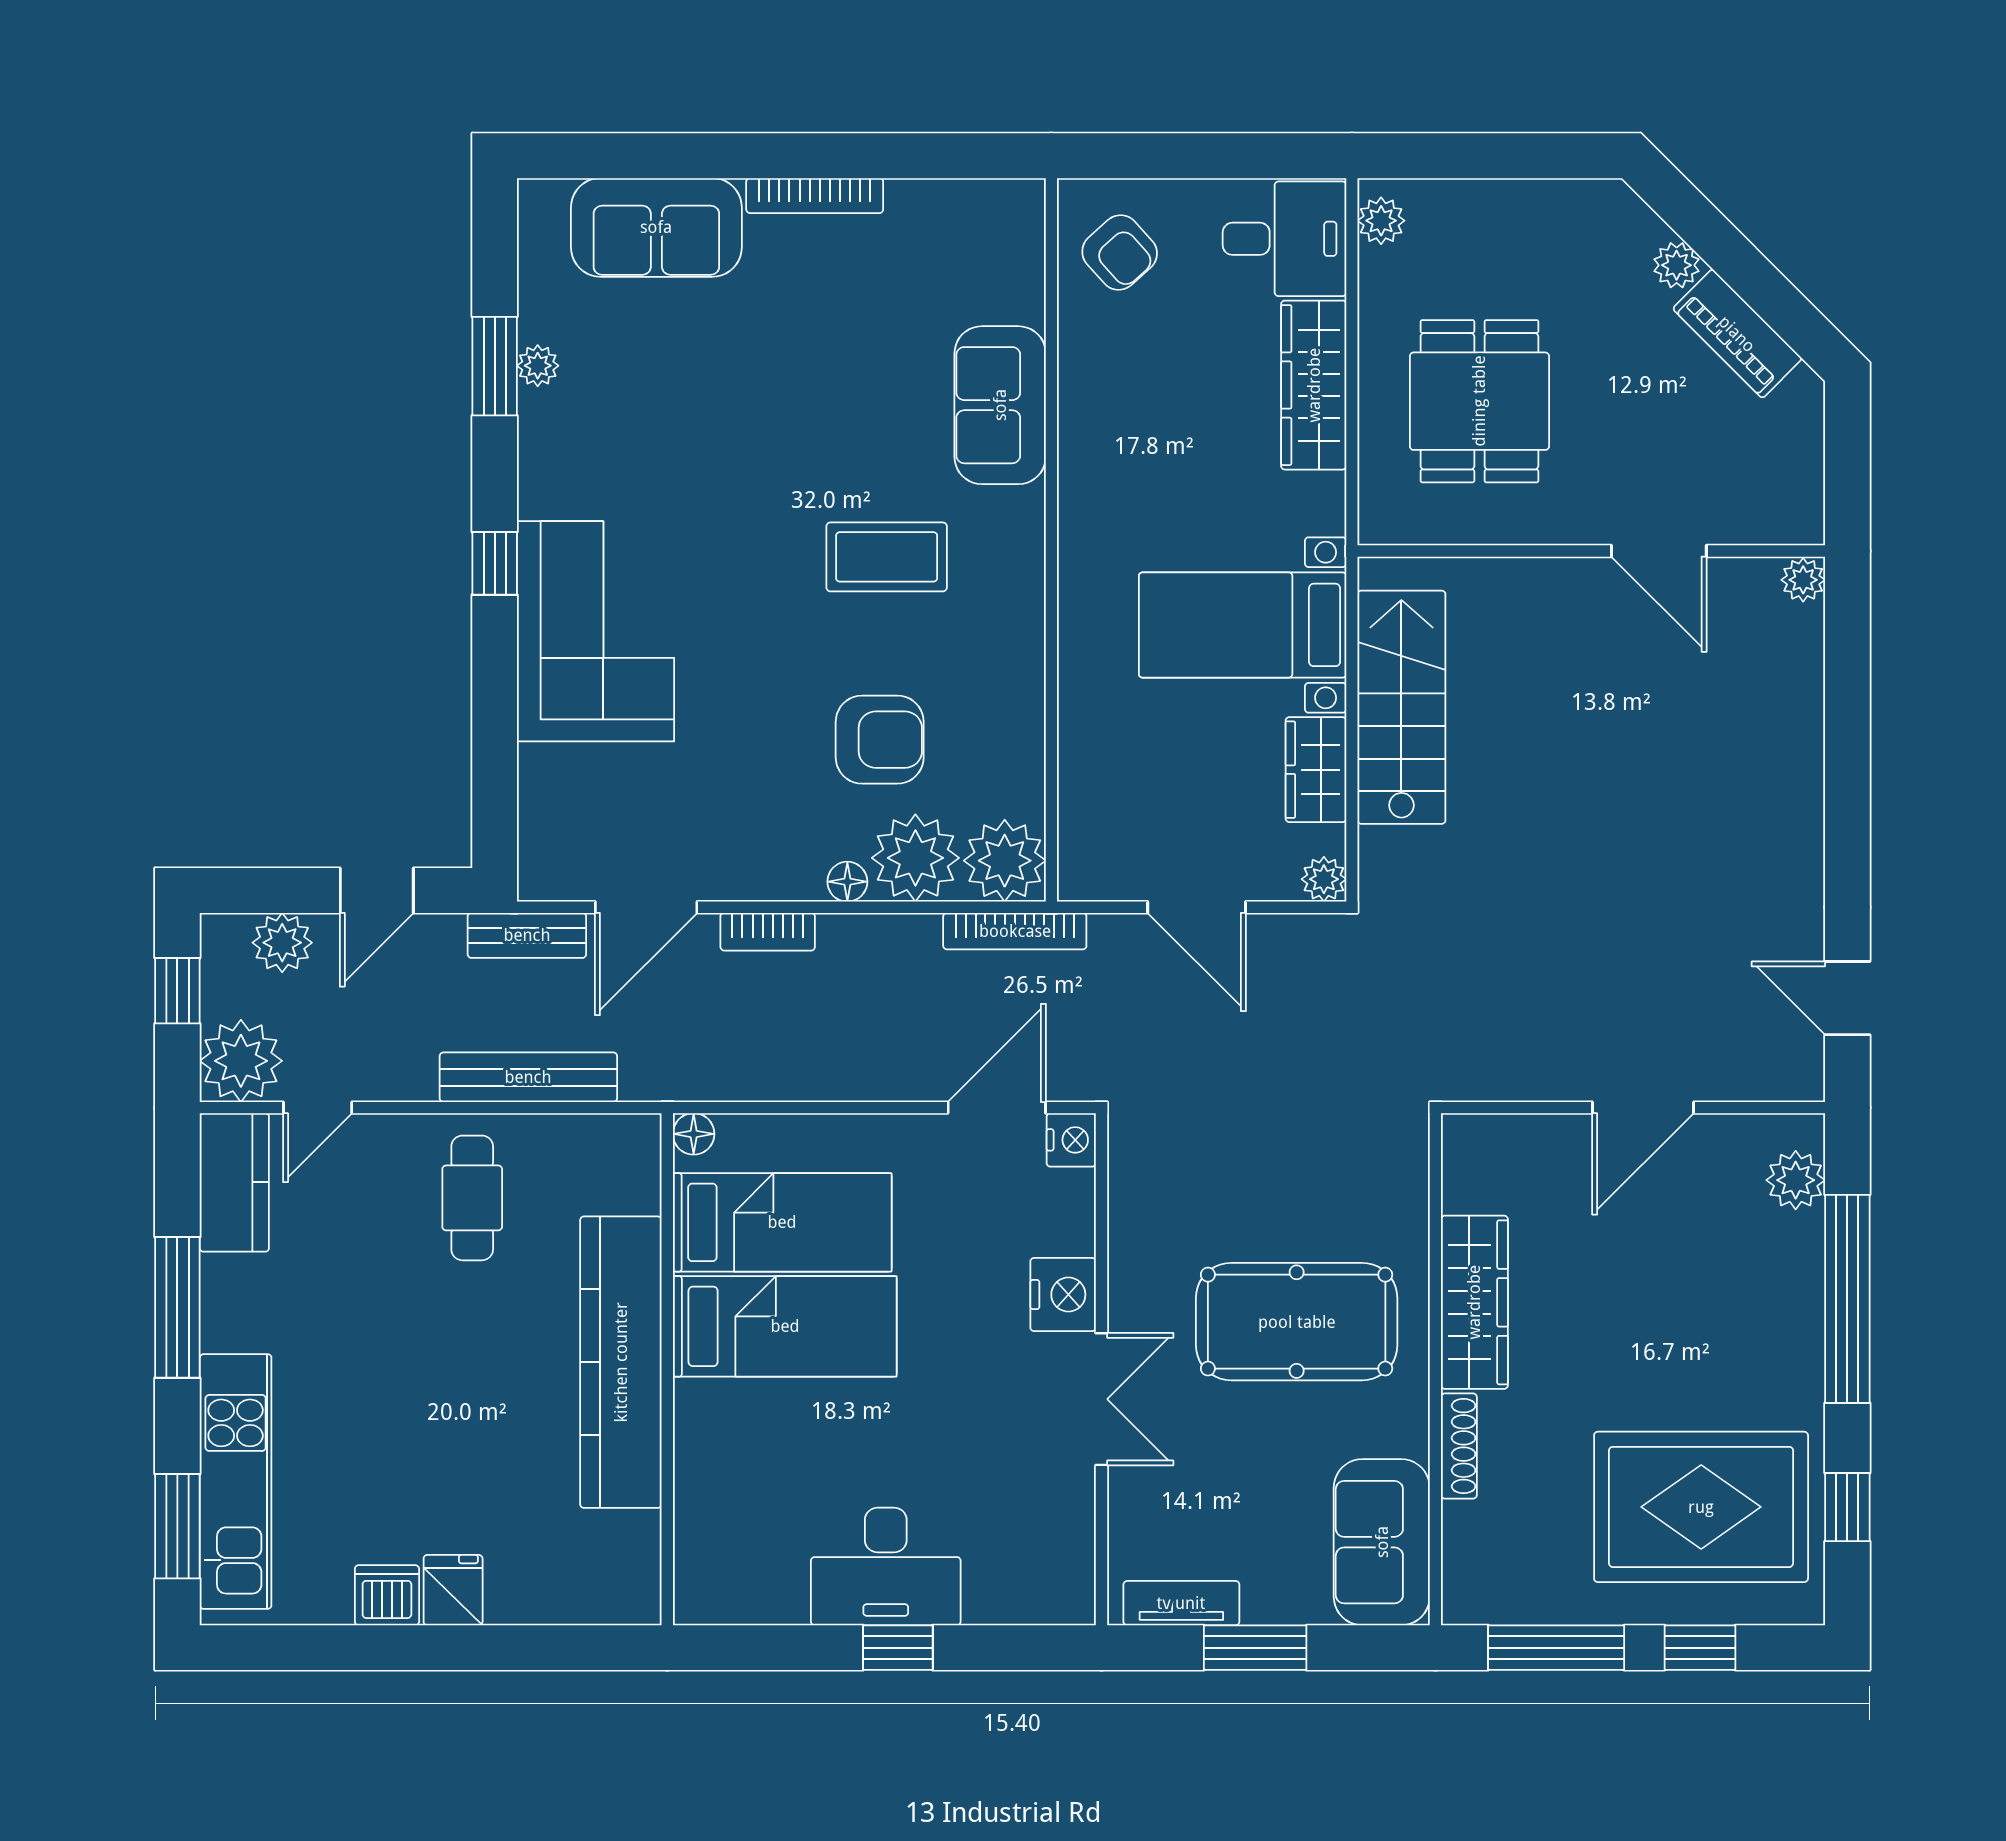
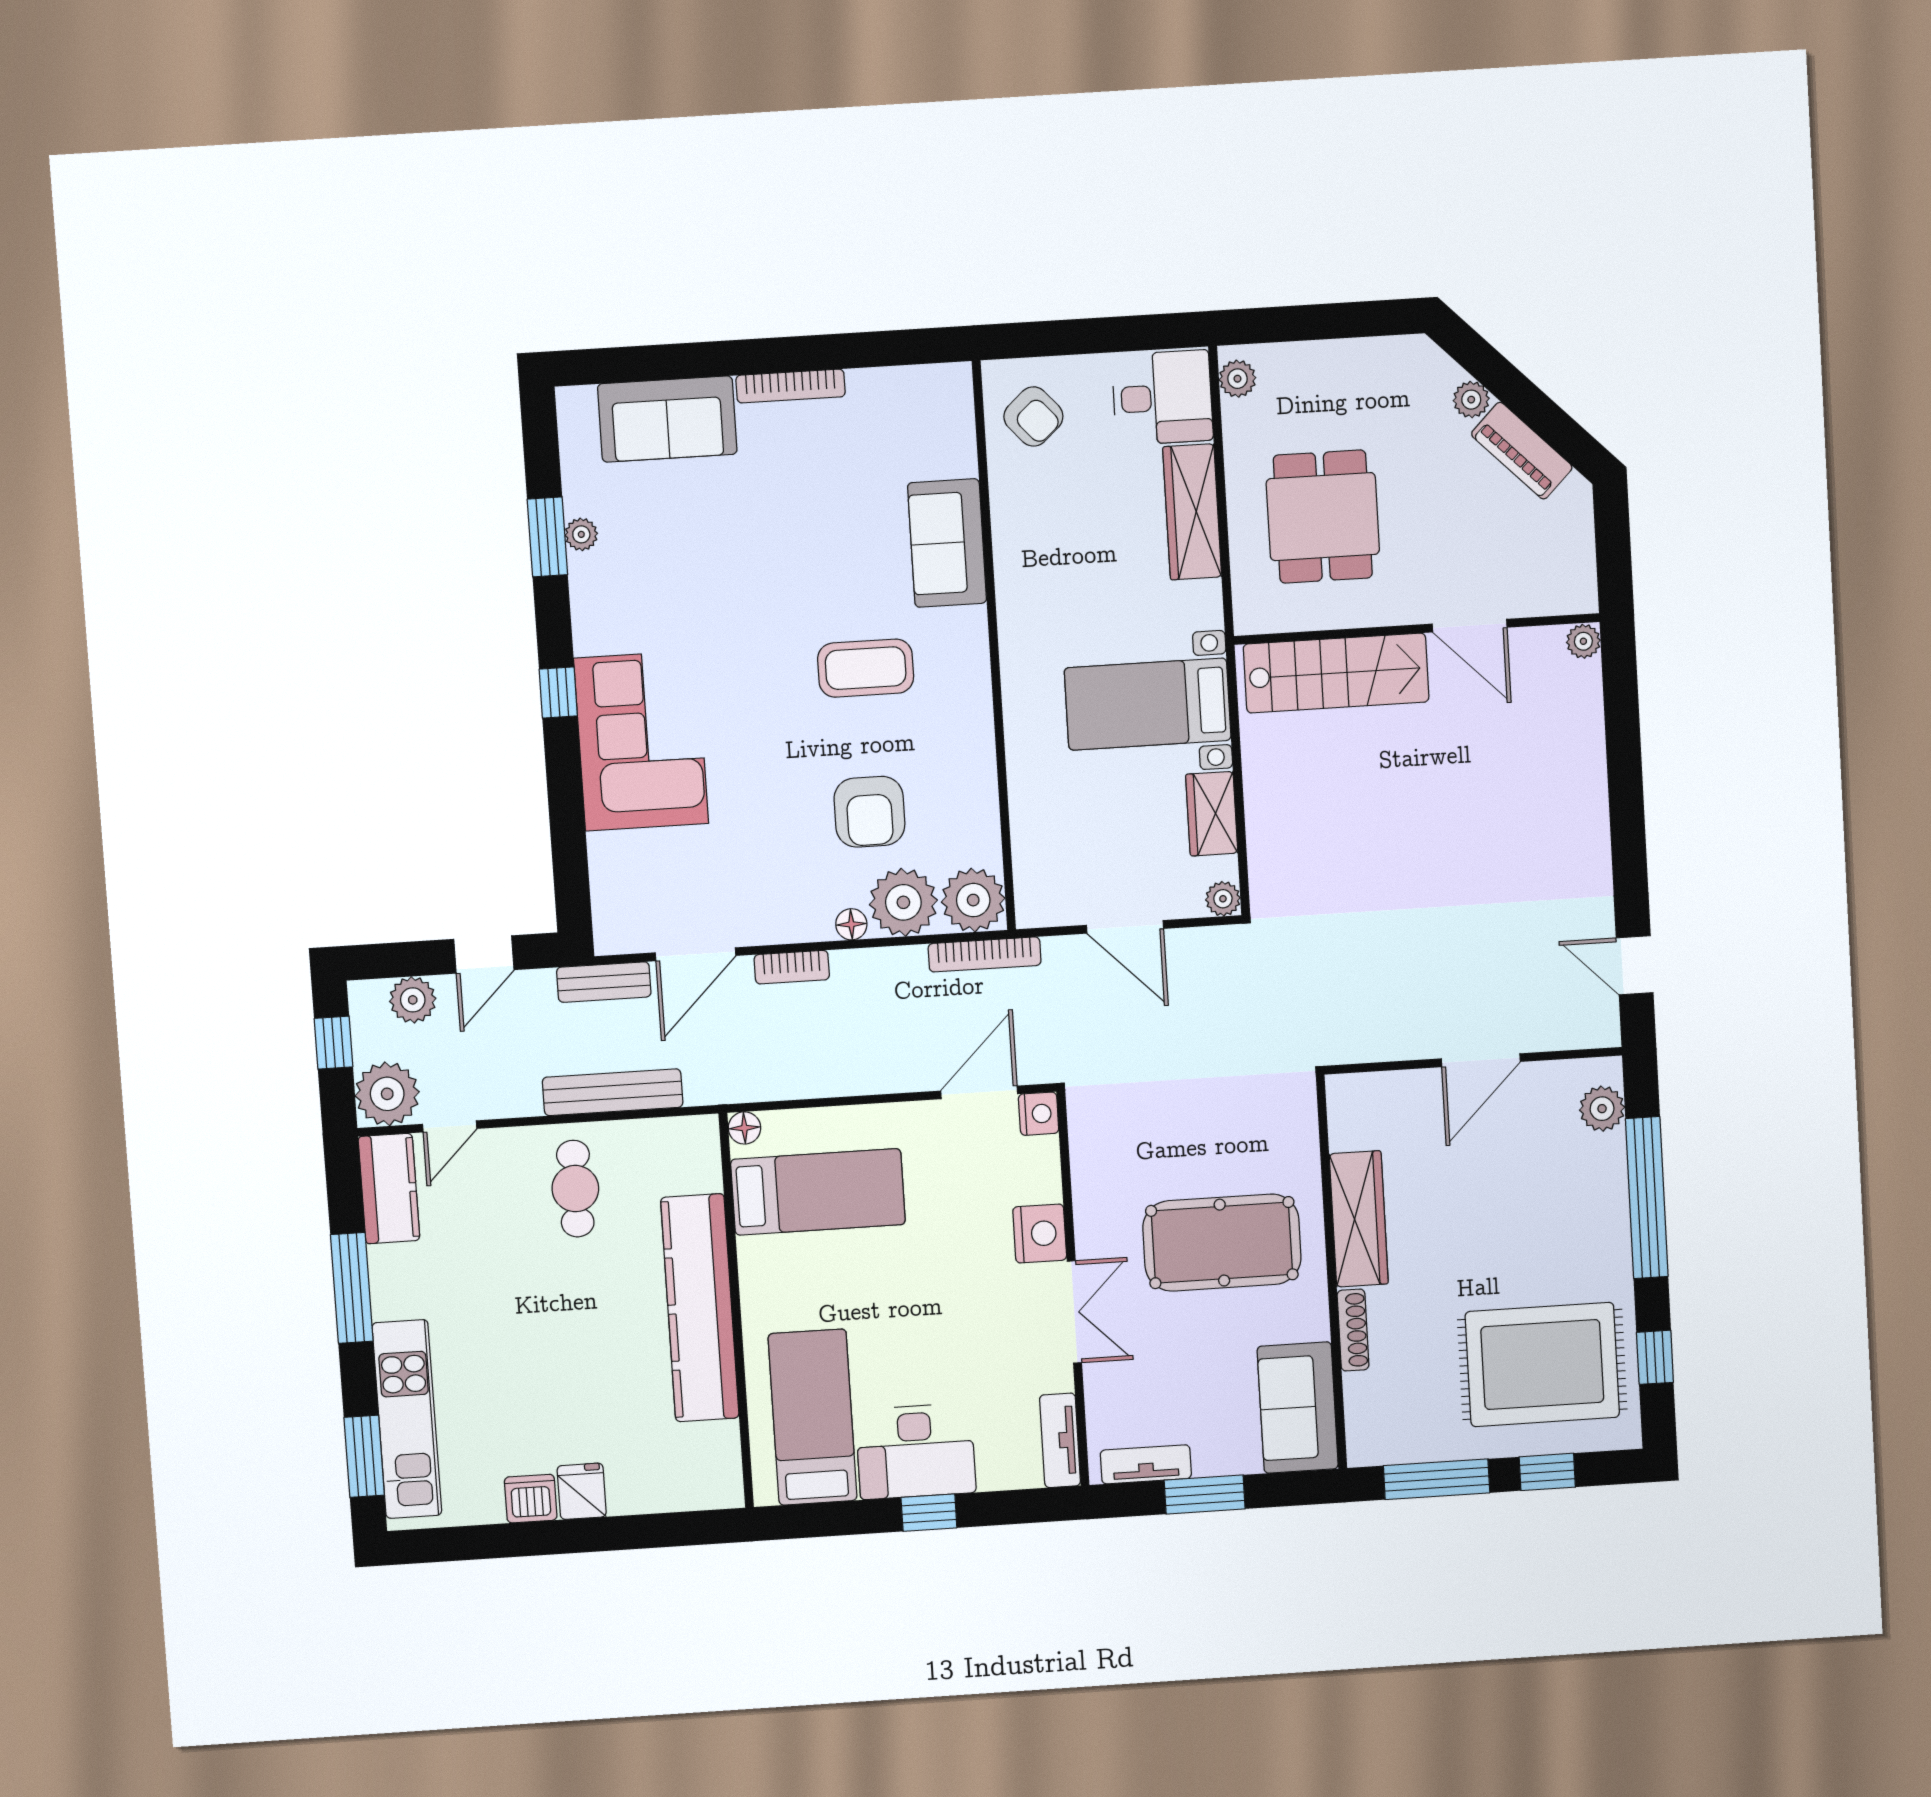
stairs: (1401, 707) -> (1336, 673), moved, turned 90
armchair: (880, 740) -> (869, 812), turned 90
bed: (785, 1326) -> (813, 1417), moved, turned -90
tv unit: (1073, 1565) -> (1060, 1440), added

